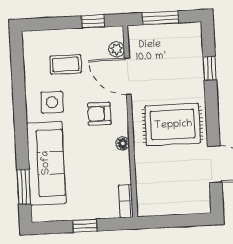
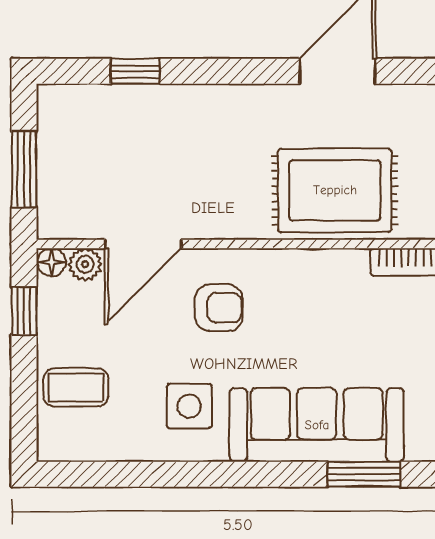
coffee table: (66, 64) -> (76, 387), moved, turned 90
armchair: (99, 114) -> (219, 308), turned -90
rug: (173, 125) -> (335, 190), moved, turned 90
floor lamp: (123, 144) -> (52, 262), moved

